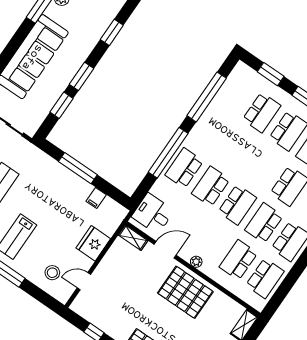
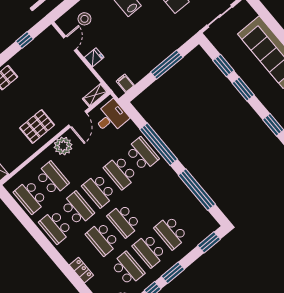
window: (271, 74) -> (209, 242), moved
school desk: (263, 168) -> (124, 221), added
school desk: (211, 186) -> (120, 172), turned 180
filing cabinet: (96, 198) -> (125, 83), moved
fridge: (93, 243) -> (94, 57), width x0.53, depth x0.75
plant: (196, 262) -> (63, 146), width x1.87, depth x1.87
pallet: (185, 292) -> (37, 126), width x0.73, depth x0.71

